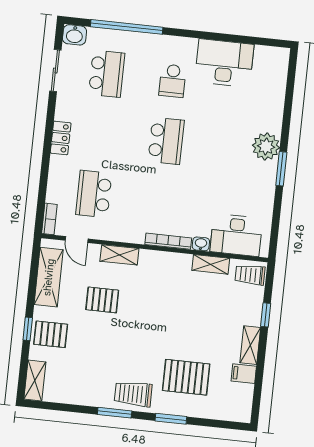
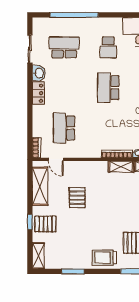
washbasin: (75, 35) -> (39, 73), moved, turned -90
school desk: (107, 74) -> (64, 47), turned -90
school desk: (166, 141) -> (108, 88), turned 180
shelving: (119, 255) -> (121, 167), moved
pallet: (102, 300) -> (77, 198), turned 90
window: (115, 413) -> (73, 271), moved

